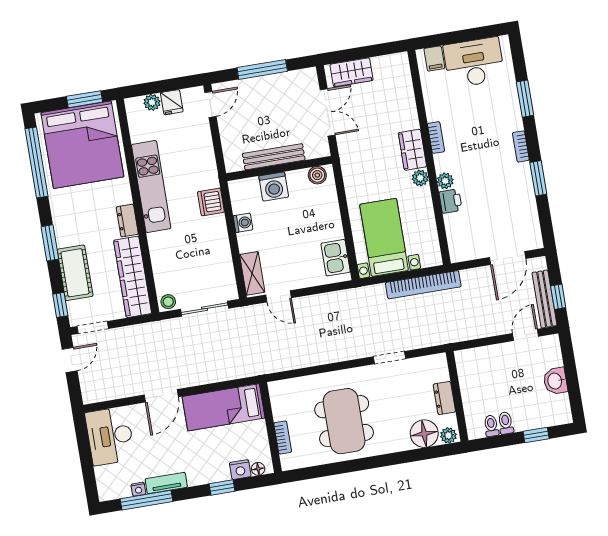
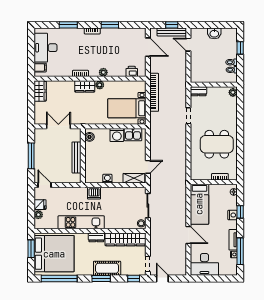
wardrobe: (352, 72) -> (40, 91), moved
washing machine: (274, 187) -> (117, 135), moved, turned 90
printer: (450, 201) -> (132, 71), moved
cot: (75, 273) -> (107, 268), moved
dresser: (444, 398) -> (198, 91), moved
floor lamp: (424, 434) -> (230, 105), removed
nightstand: (240, 470) -> (233, 215), moved

